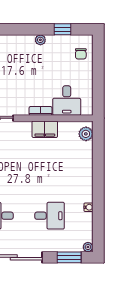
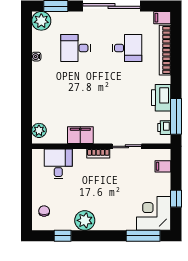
plant: (40, 40) -> (85, 220), width x1.87, depth x1.87
bookcase: (41, 111) -> (98, 153), moved
plant: (88, 247) -> (41, 21), width x1.88, depth x1.88

